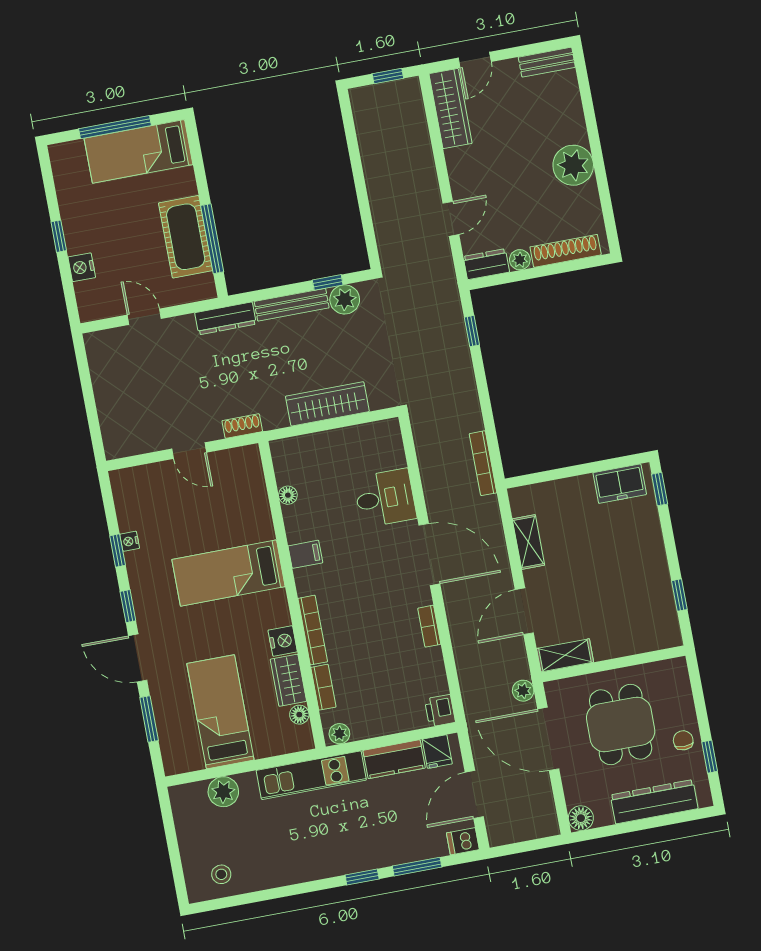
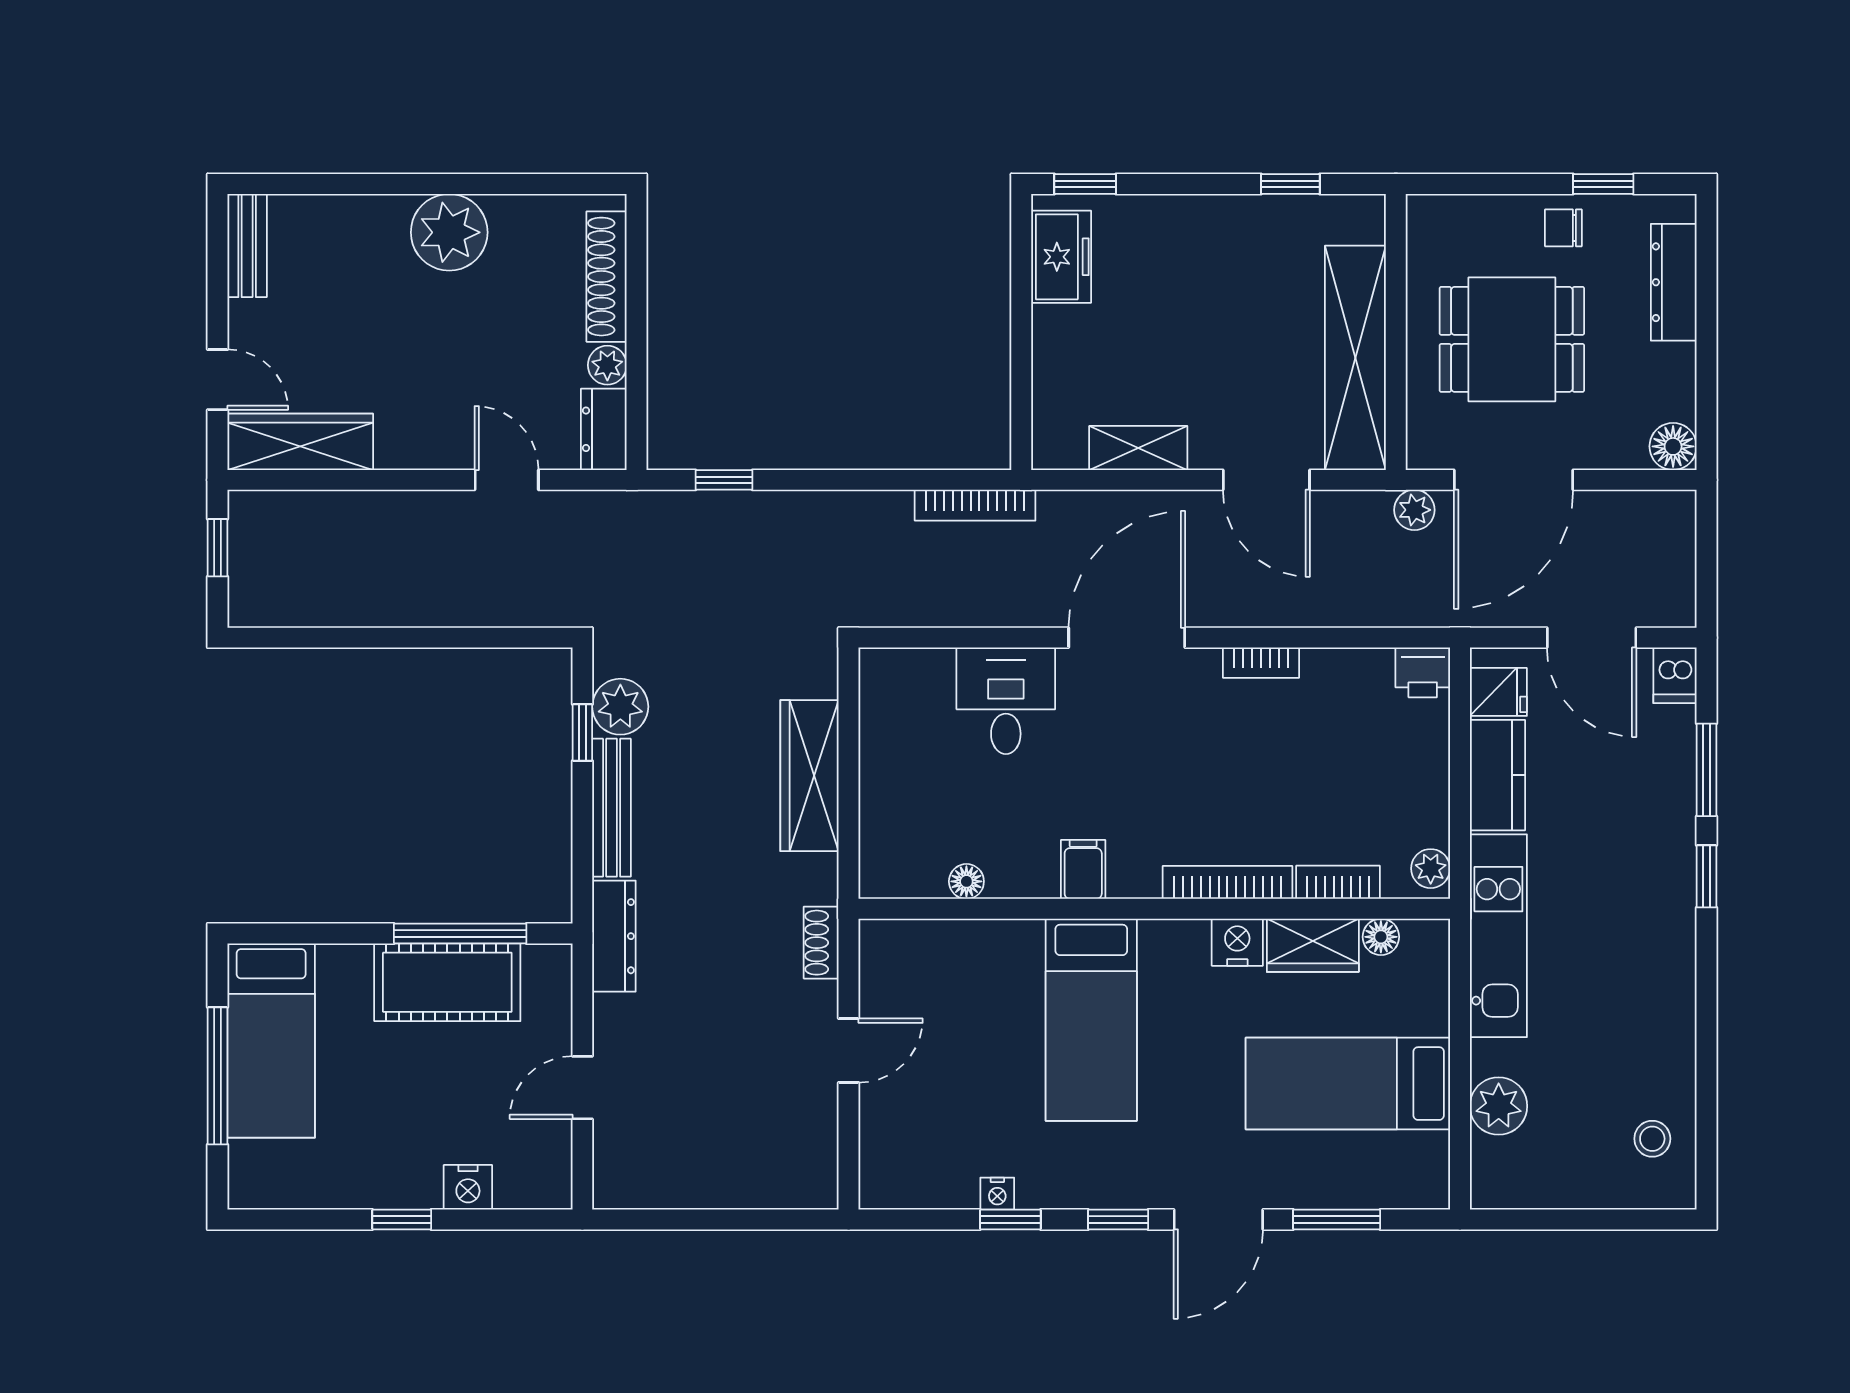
shelving: (565, 655) -> (1355, 358), width x2.20, depth x1.33
dresser: (654, 802) -> (1674, 282), width x0.73, depth x0.80

